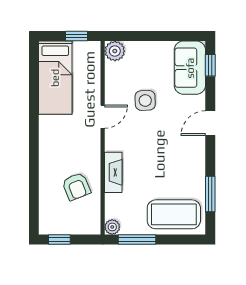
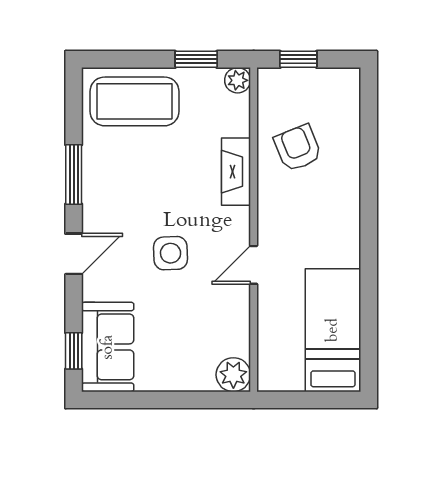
window: (76, 36) -> (297, 400), removed
side table: (145, 100) -> (171, 253), moved
window: (210, 194) -> (74, 174), moved
window: (59, 239) -> (298, 59), moved
window: (137, 239) -> (196, 59), width x0.67

